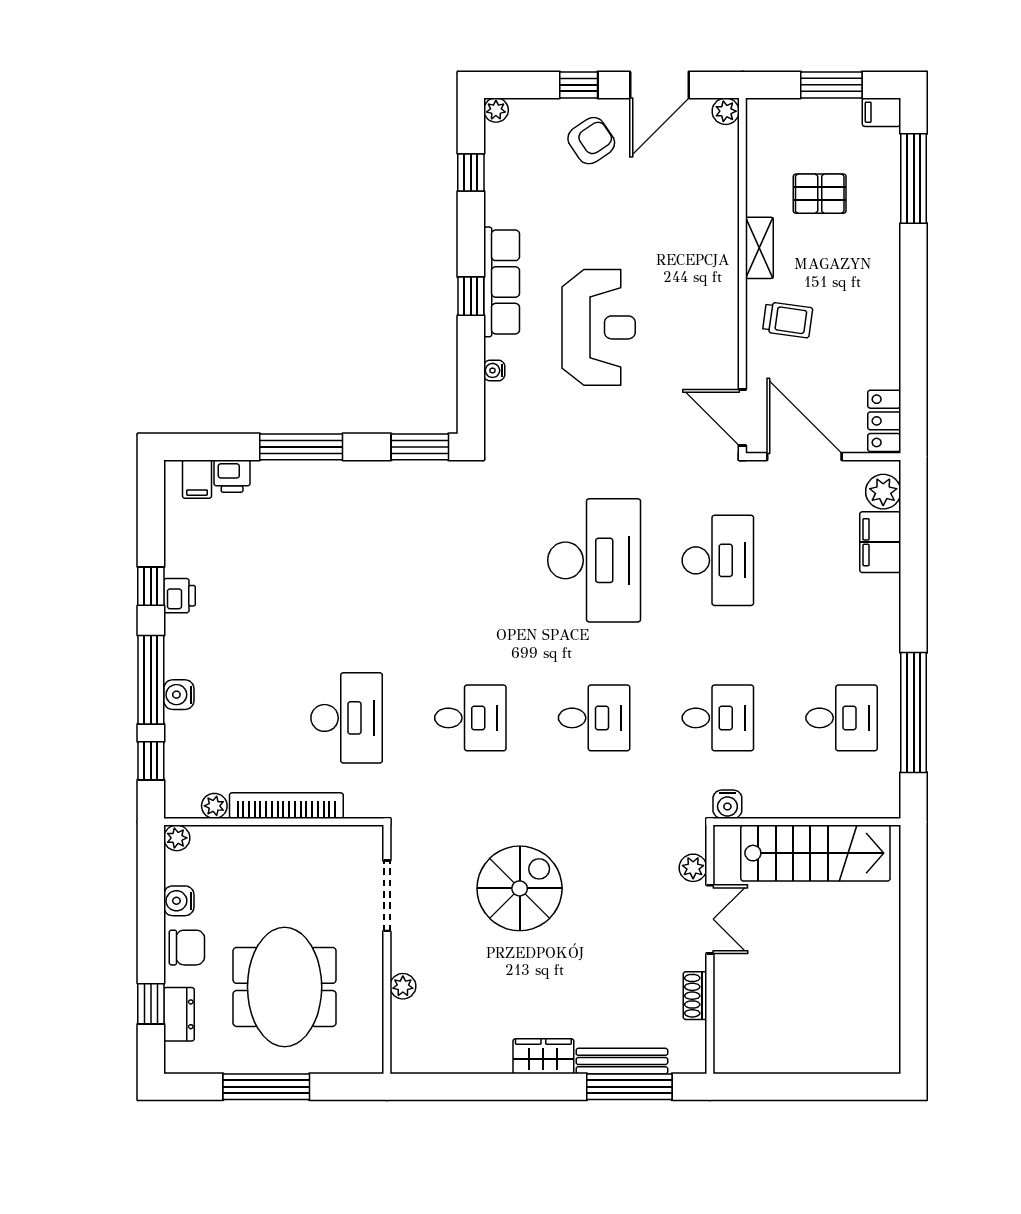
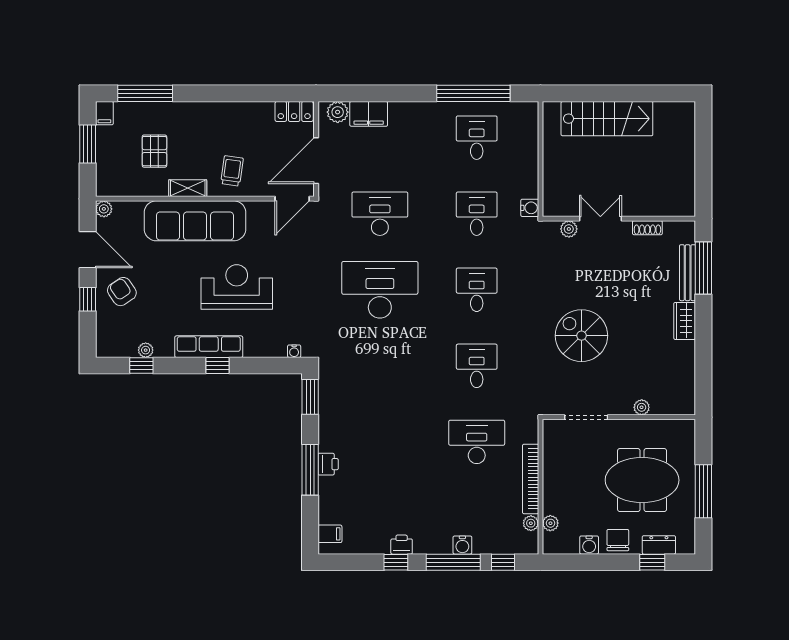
plant: (496, 110) -> (146, 350), moved
sofa: (706, 260) -> (195, 221), added
water cooler: (494, 370) -> (294, 351), moved
printer: (232, 476) -> (328, 464), moved
plant: (177, 838) -> (550, 523), moved
stairs: (815, 853) -> (607, 119), moved, turned 90

